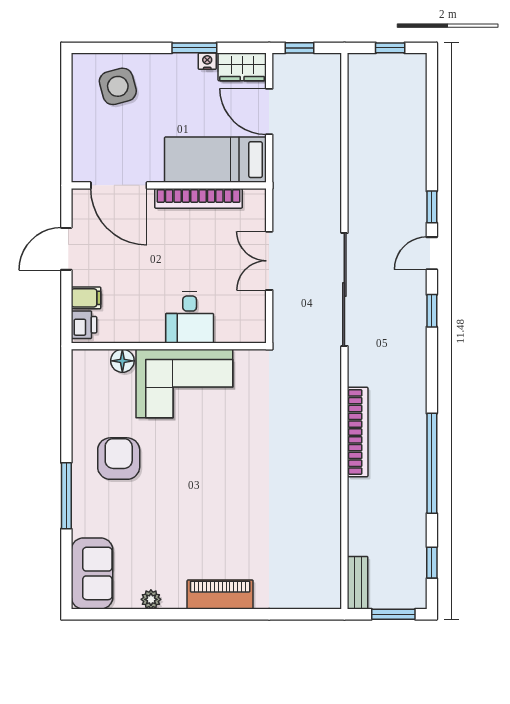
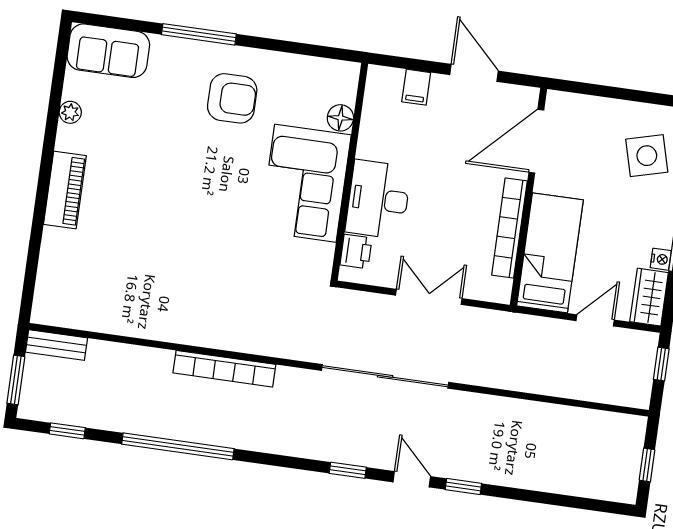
door: (269, 112) -> (595, 320), width x0.73
desk: (190, 317) -> (378, 199), width x1.37
printer: (84, 325) -> (356, 251), moved, turned -90

